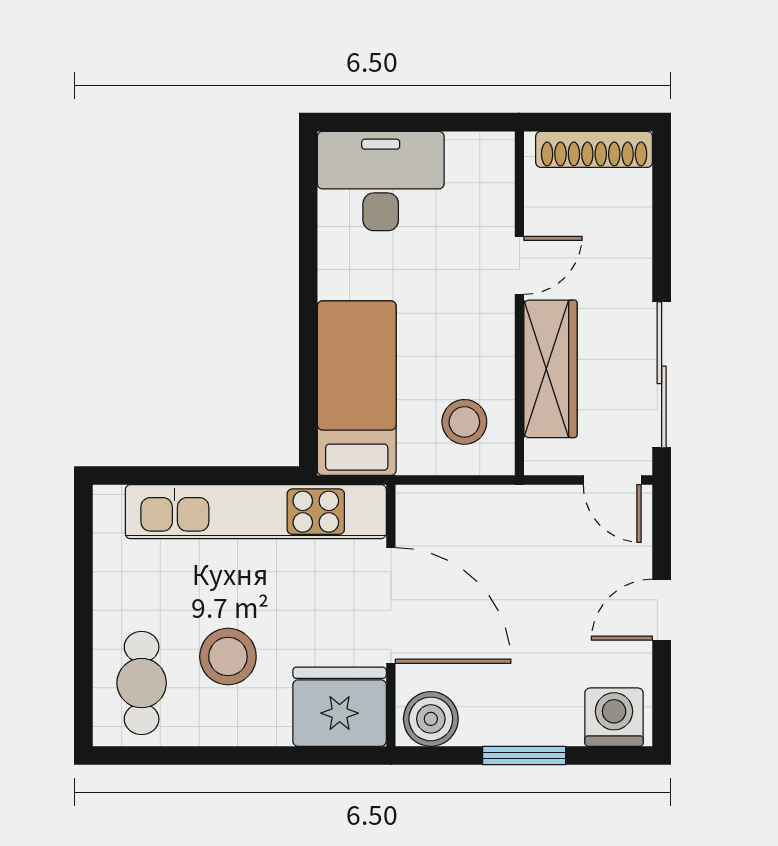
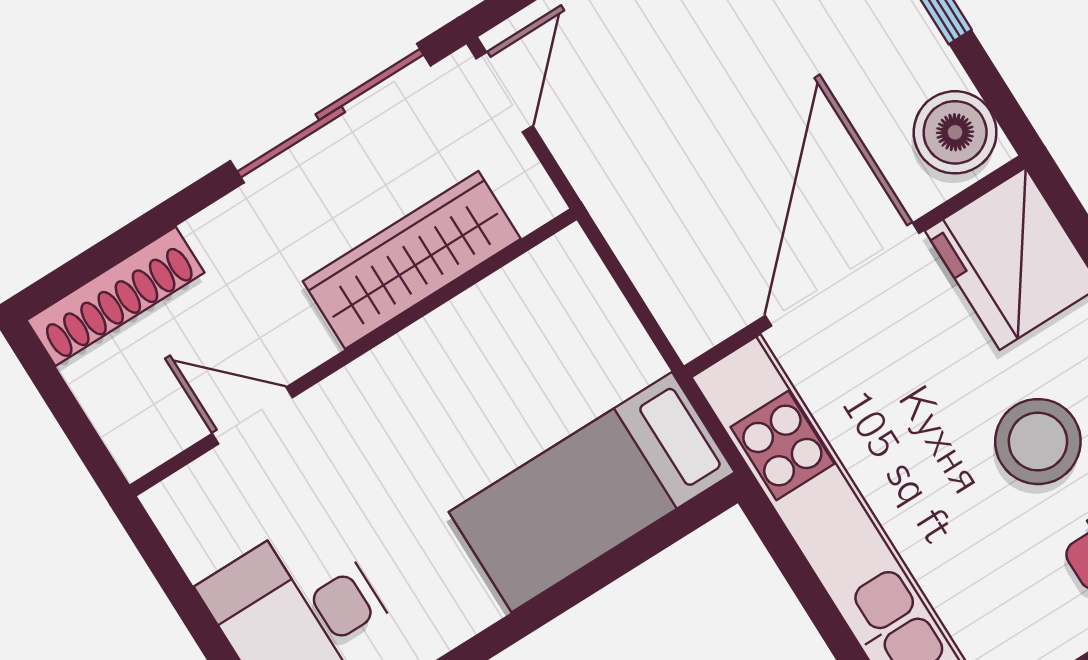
shoe rack: (594, 149) -> (116, 296), moved, turned 90
door: (519, 265) -> (252, 415), moved
stool: (464, 422) -> (549, 328), removed

